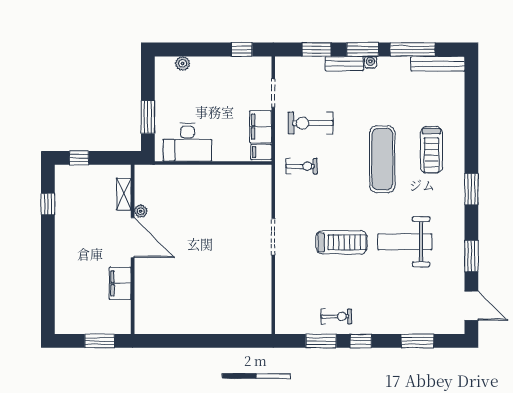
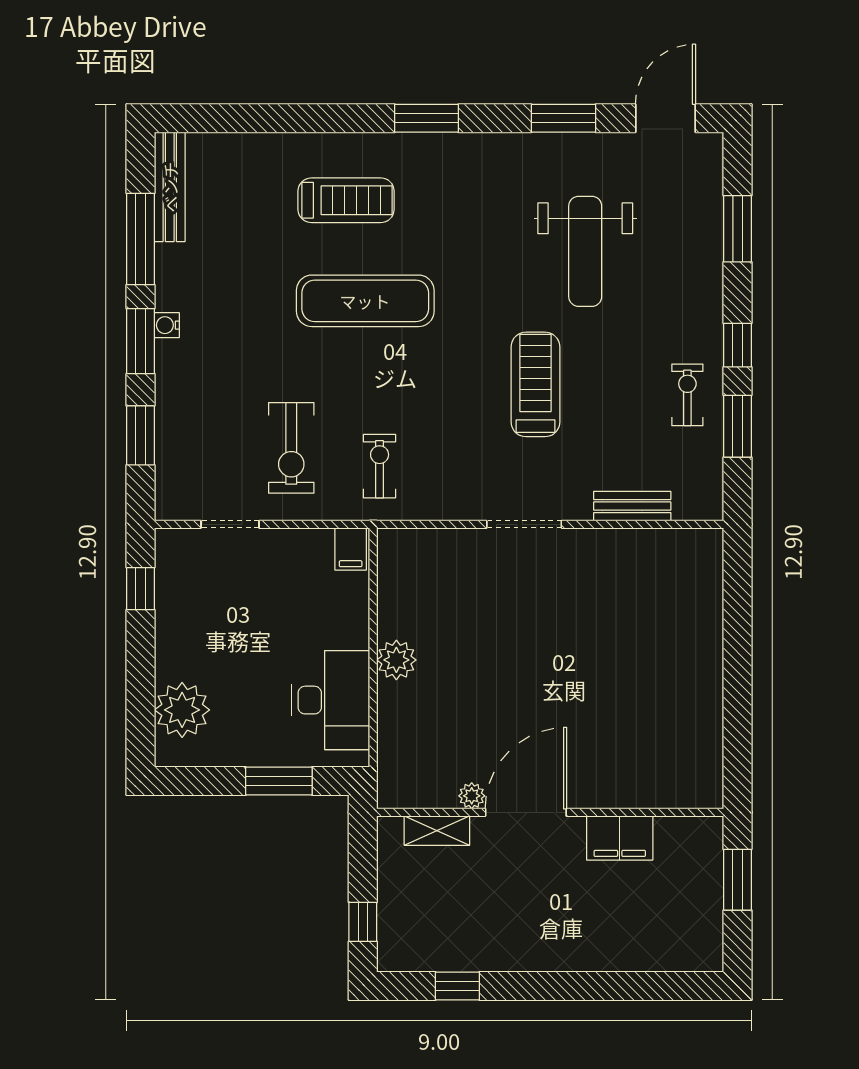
plant: (183, 63) -> (182, 710), width x1.88, depth x1.88
bench: (344, 63) -> (632, 506), moved, turned 90
filing cabinet: (261, 127) -> (299, 550), removed
plant: (207, 174) -> (396, 660), added
weight bench: (405, 242) -> (585, 251), moved

